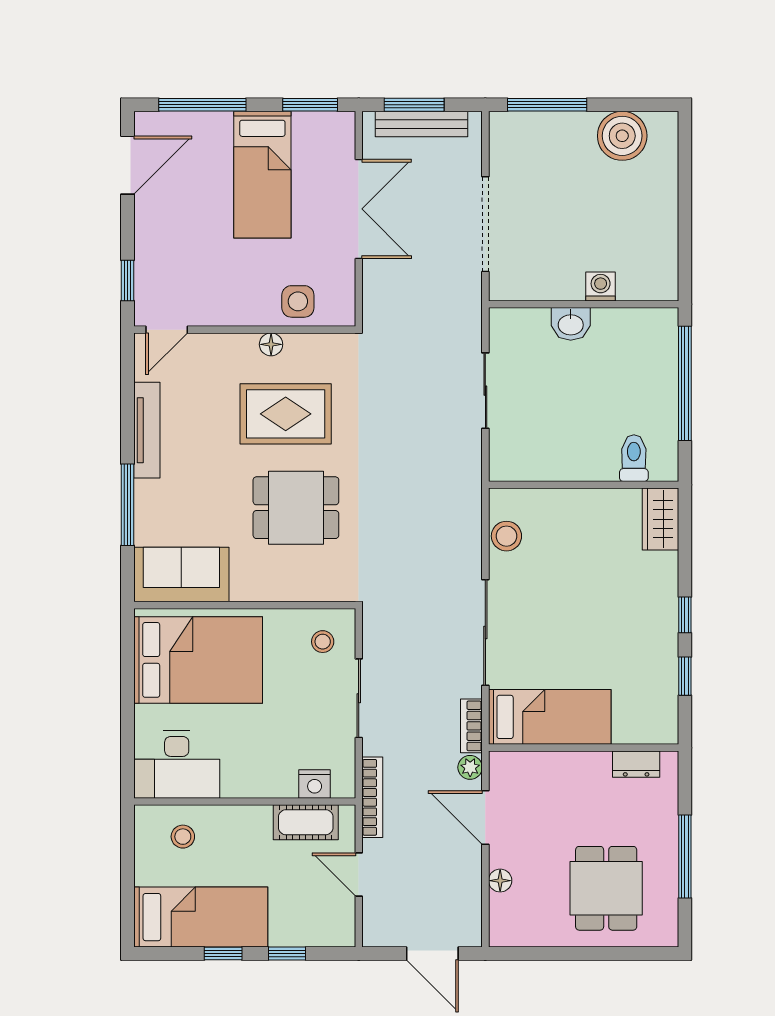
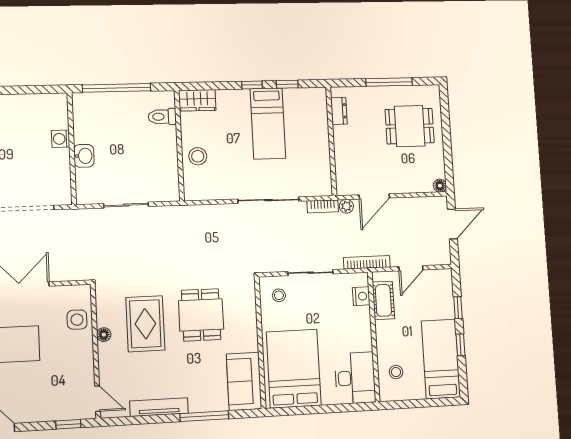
stool: (506, 536) -> (198, 156), moved
bed: (550, 717) -> (268, 123), moved, turned 180
floor lamp: (500, 881) -> (440, 186), moved

